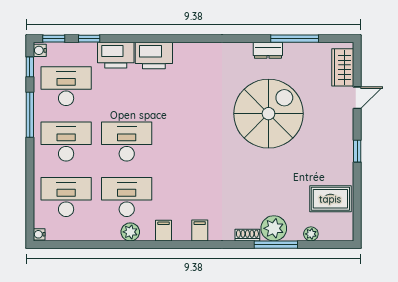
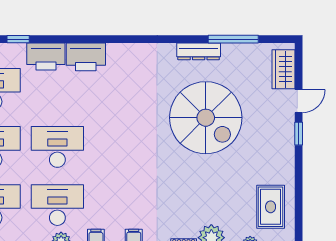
dresser: (268, 50) -> (199, 51), width x1.44
spiral stairs: (268, 114) -> (206, 118), turned 90
window: (357, 151) -> (299, 134), moved
rug: (330, 199) -> (271, 207), turned 90

